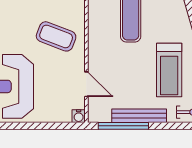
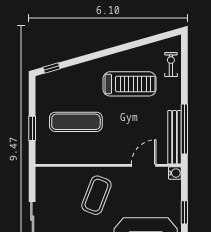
bench: (139, 116) -> (174, 137), moved
window: (39, 126) -> (184, 212), added

